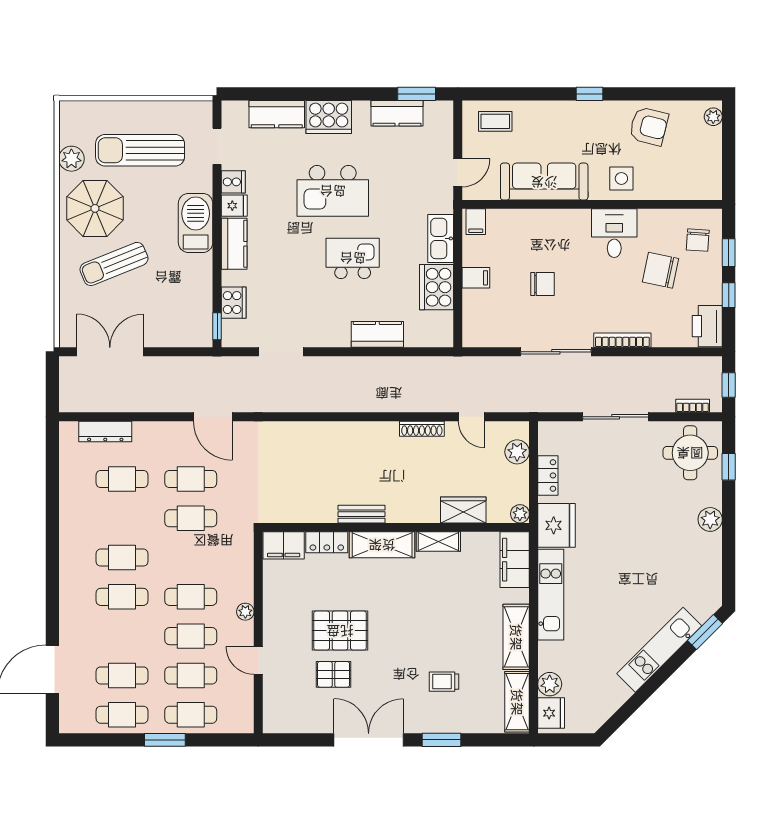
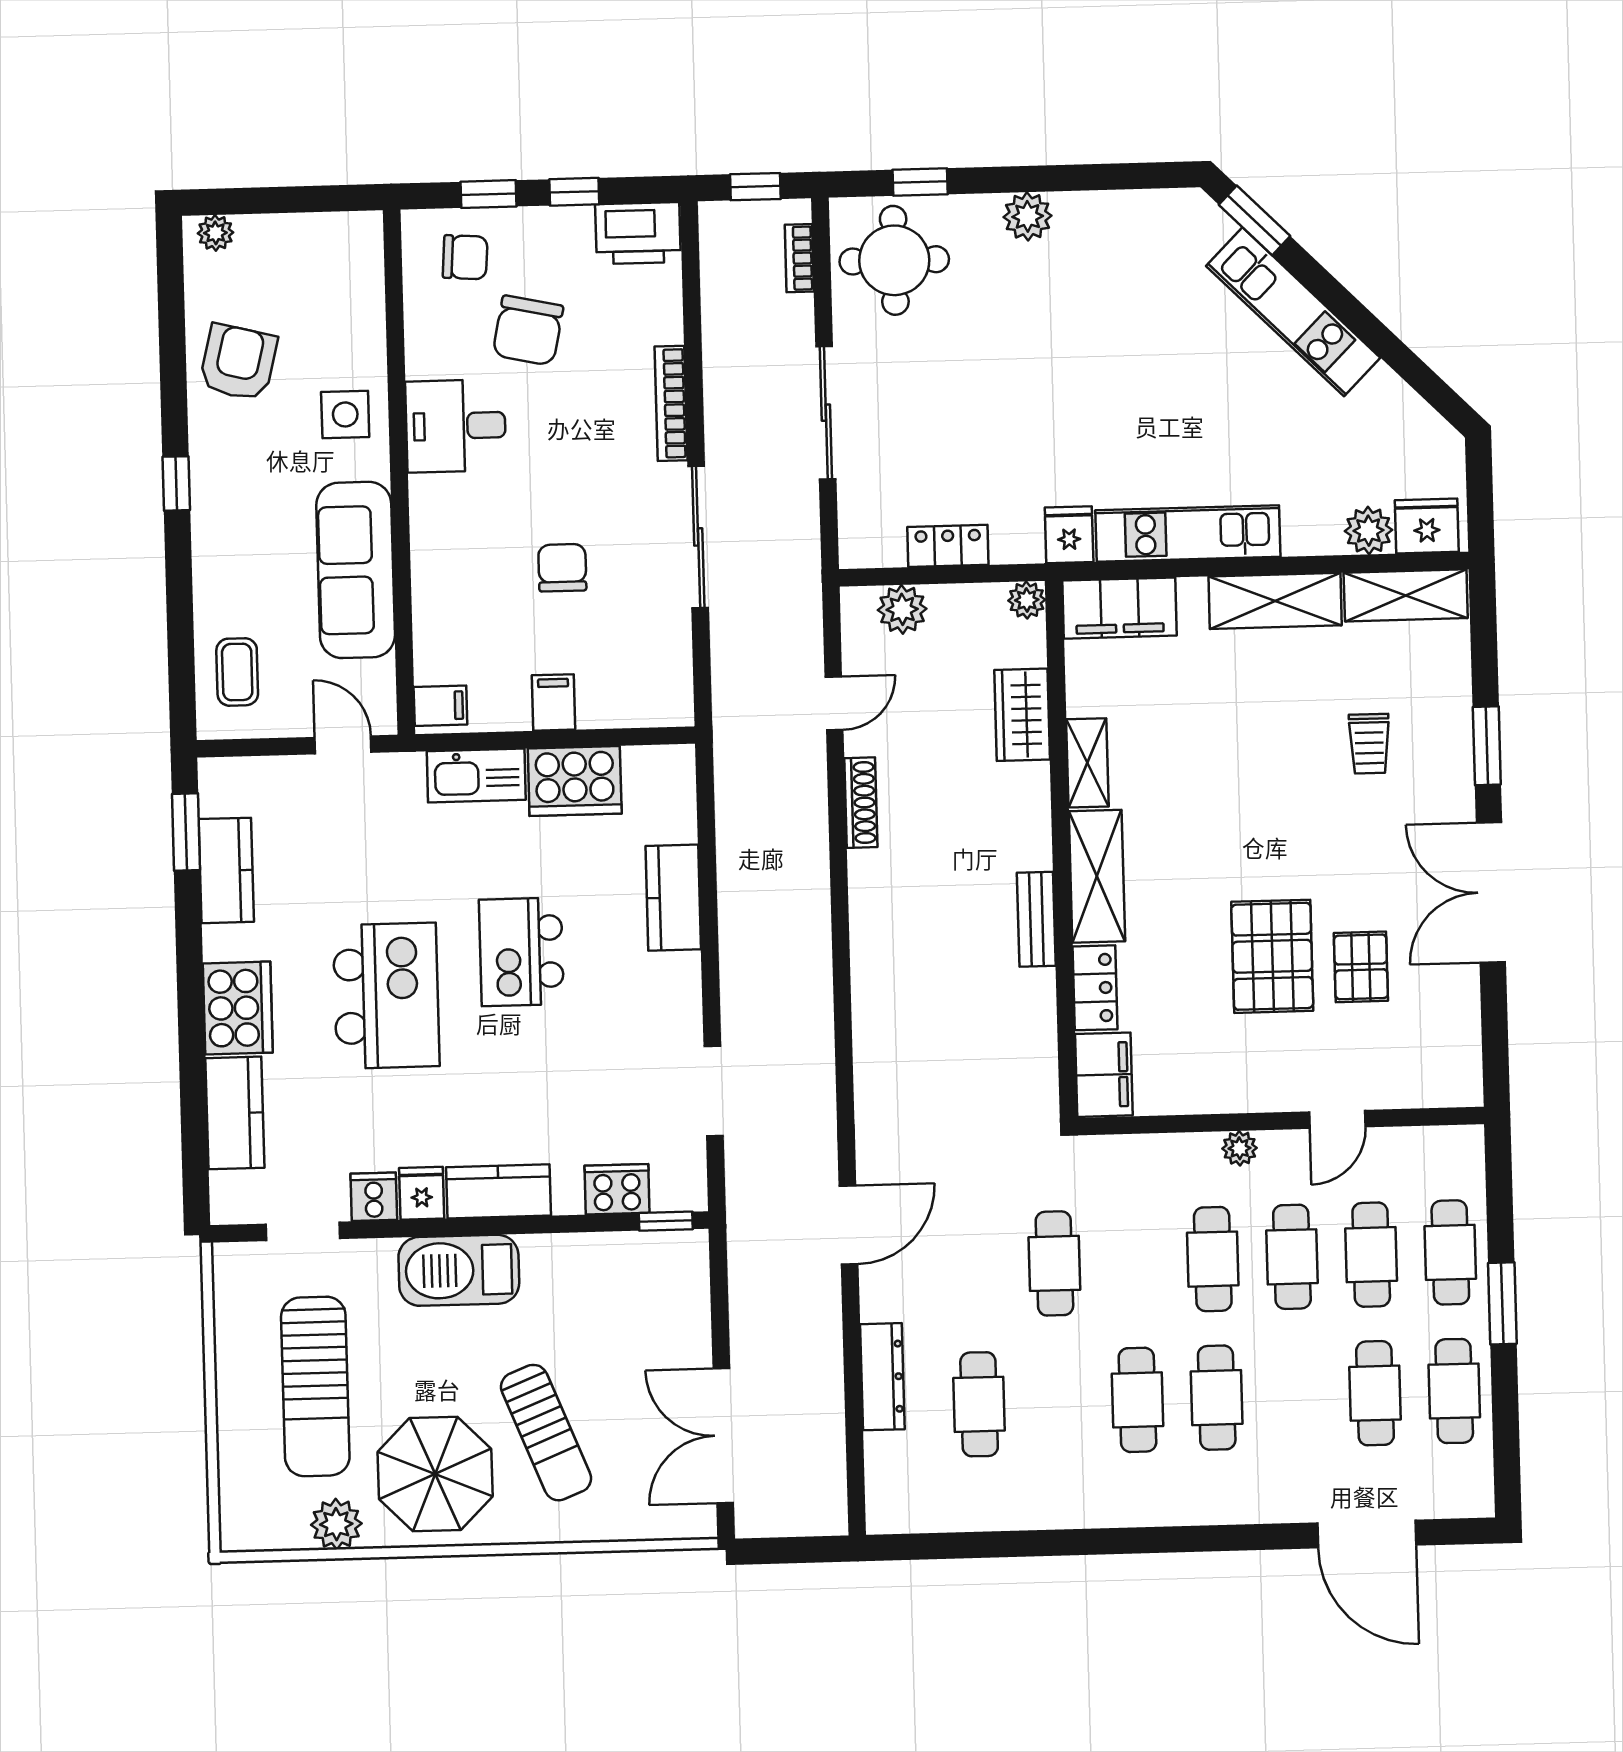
dresser: (105, 431) -> (882, 1377), moved
cafe table: (191, 479) -> (975, 1266), removed
fridge: (556, 525) -> (1069, 535), width x0.53, depth x0.75

